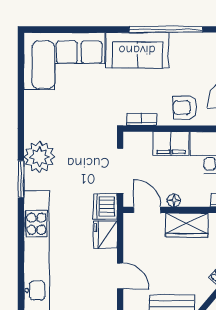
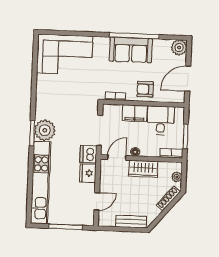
sofa: (137, 50) -> (131, 50), moved
plant: (39, 157) -> (45, 130), moved
door: (147, 210) -> (117, 158), hinge flipped
door: (120, 276) -> (97, 201), hinge flipped

